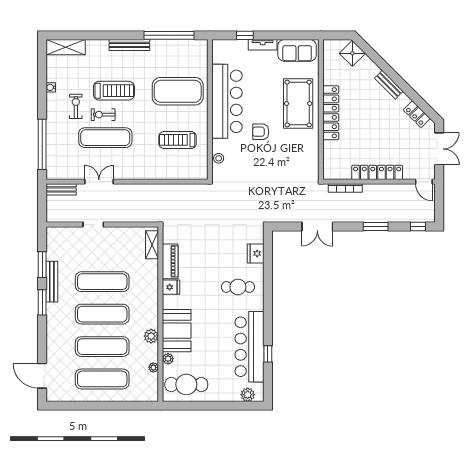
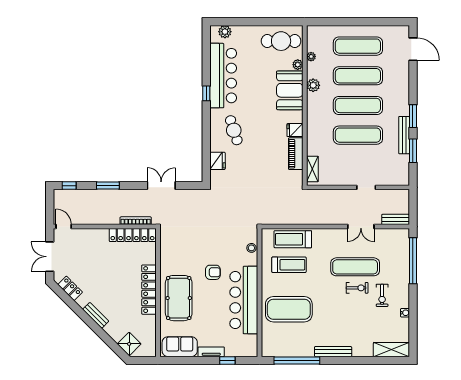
treadmill: (114, 91) -> (293, 239), moved
locker: (377, 172) -> (132, 235), moved
cafe table: (238, 287) -> (234, 130), turned 72
window: (268, 354) -> (206, 93), moved

